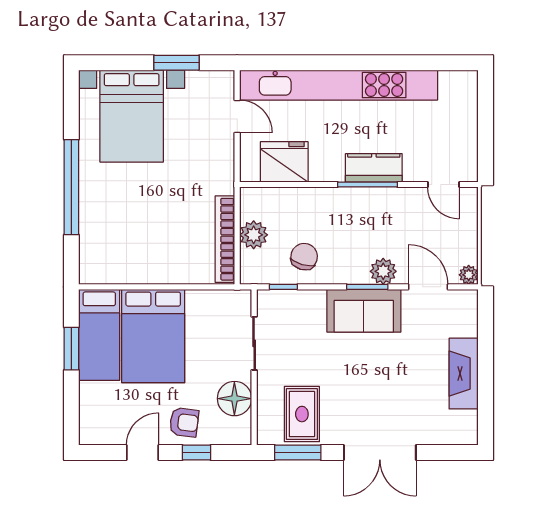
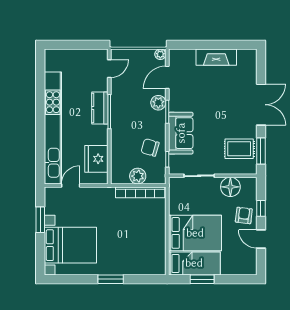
window: (71, 187) -> (111, 279), width x0.47
sofa: (364, 311) -> (181, 133), moved

